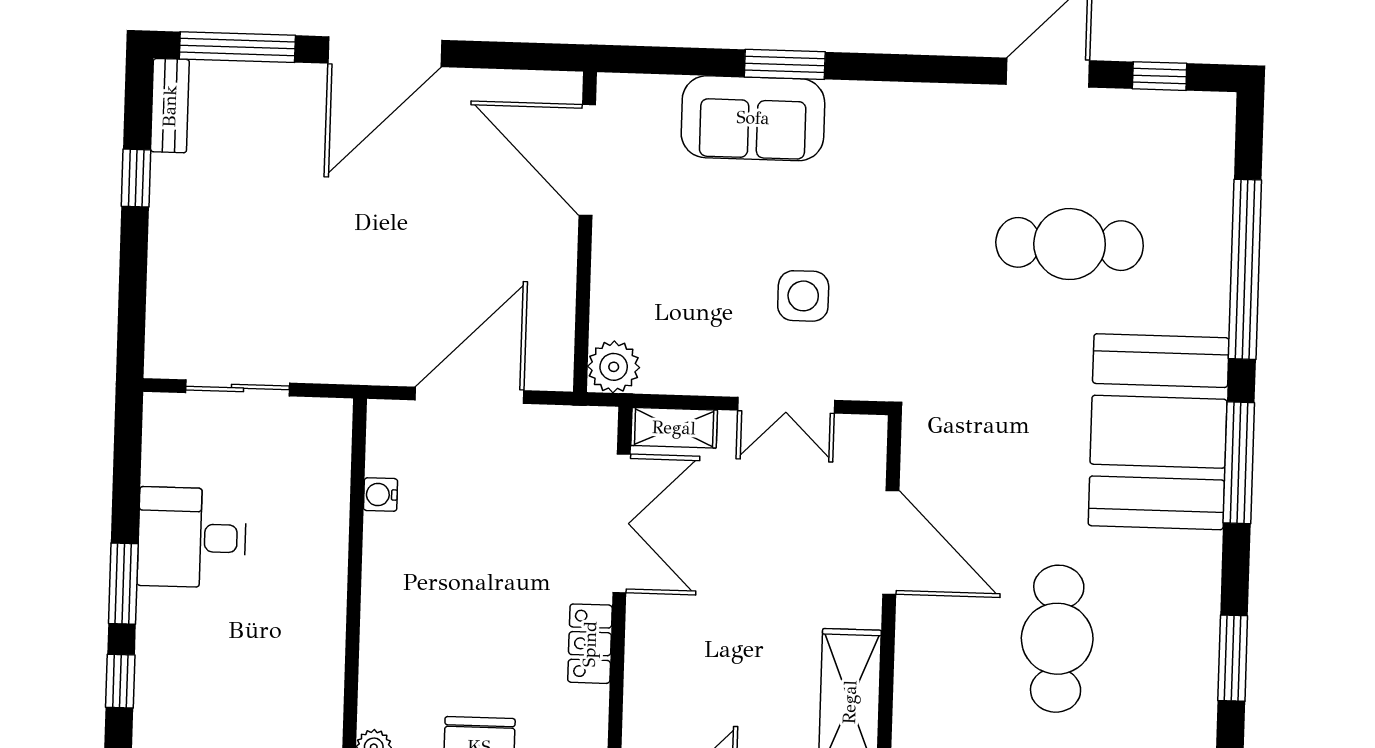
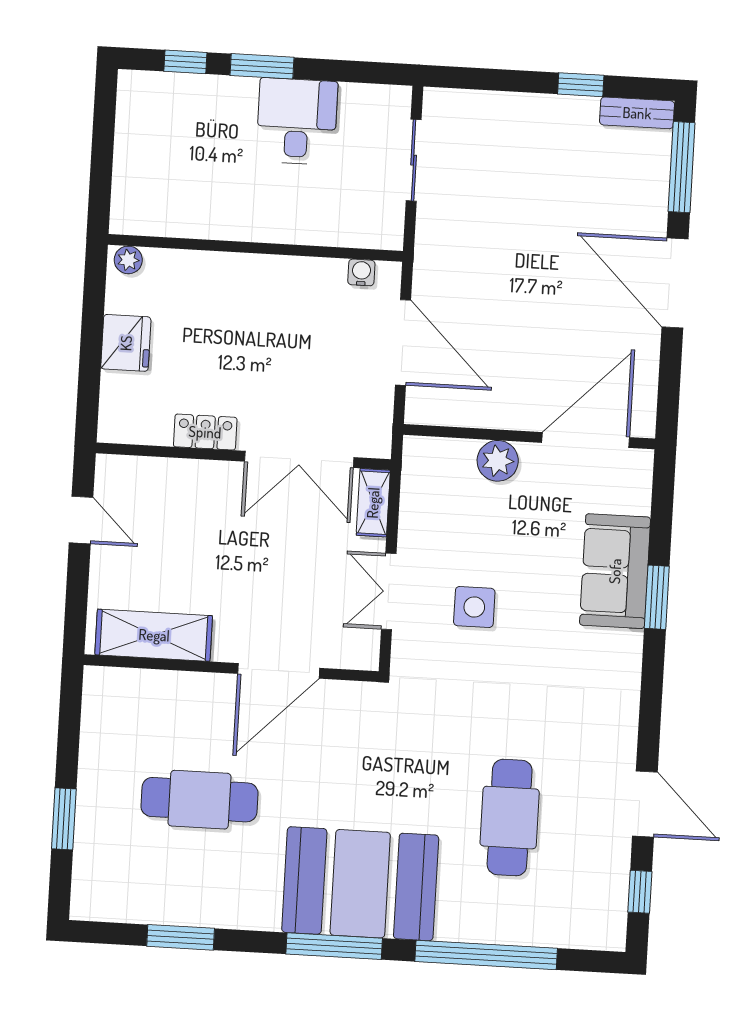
plant: (614, 367) -> (498, 461), moved
water cooler: (380, 495) -> (361, 272), moved

